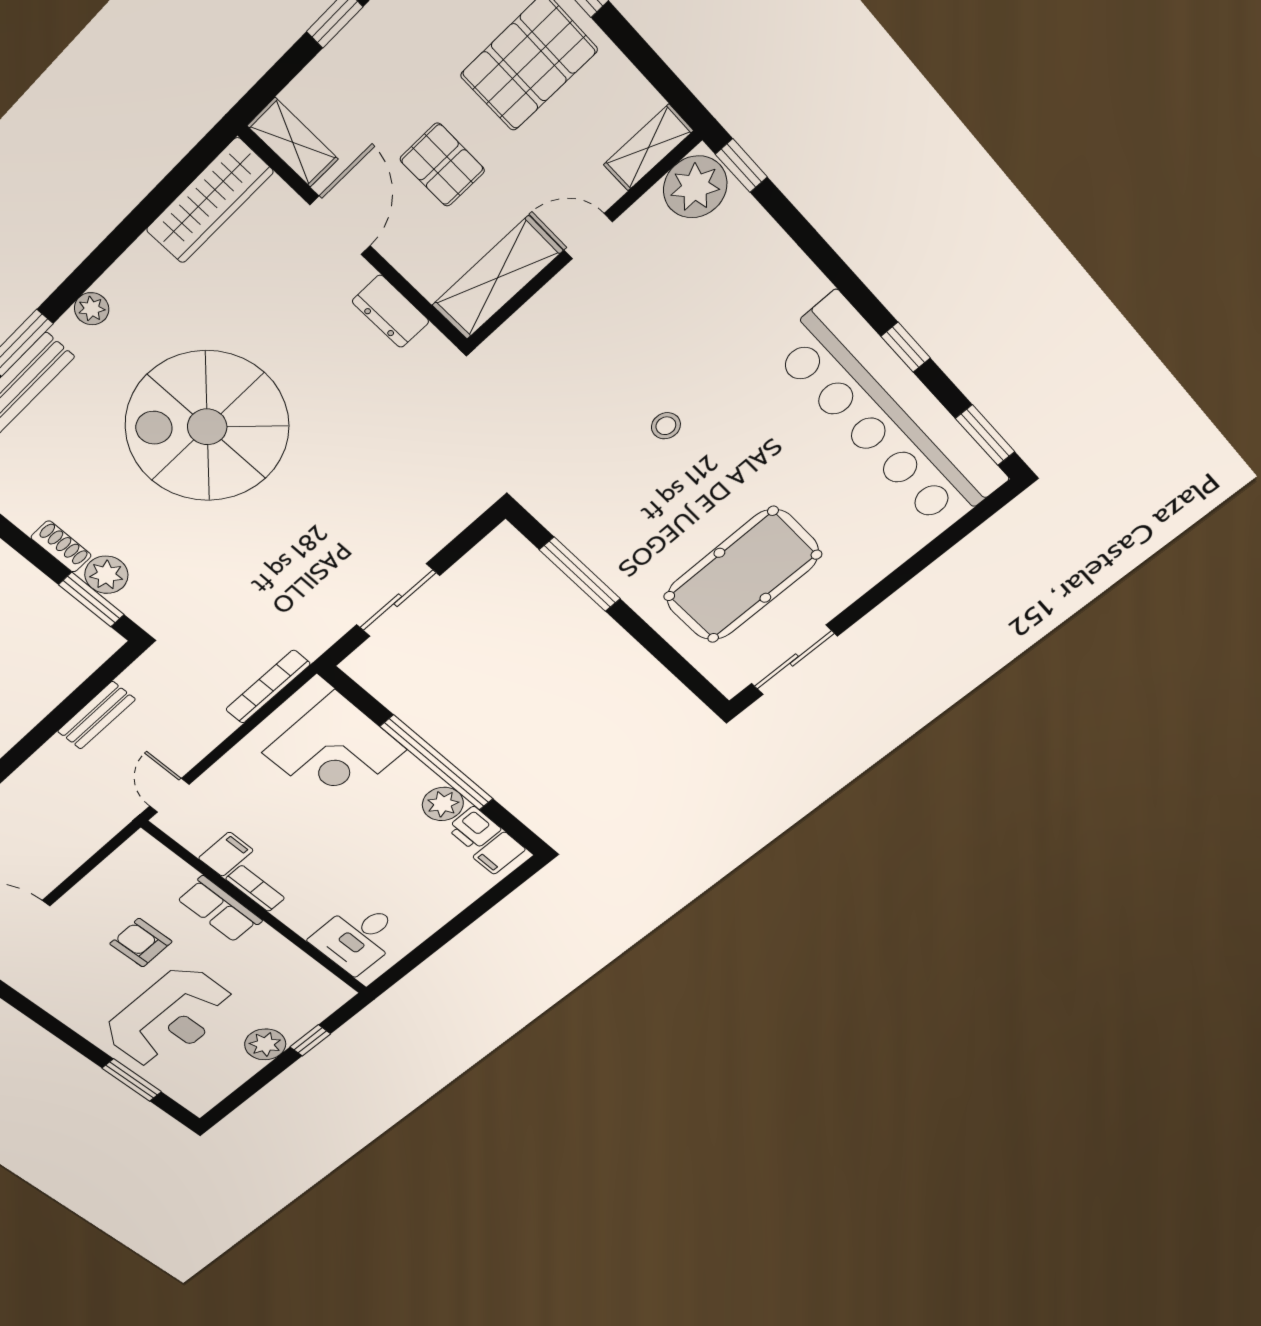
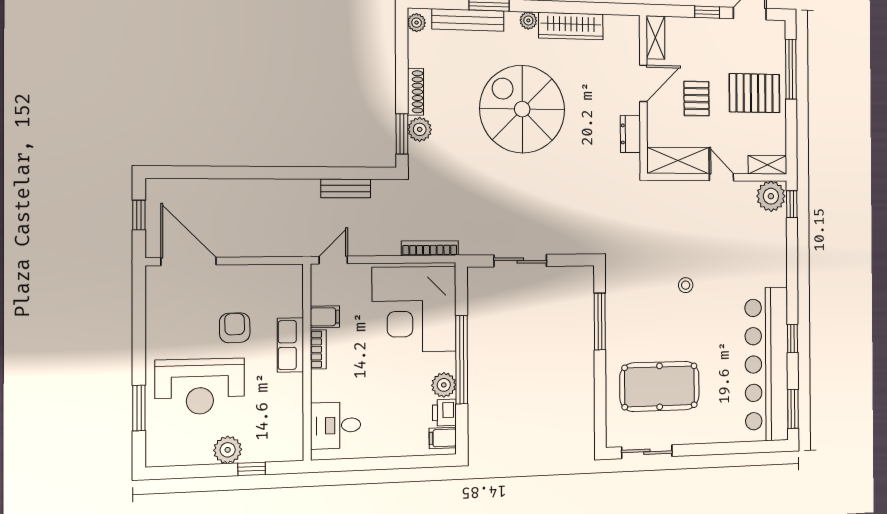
wardrobe: (210, 201) -> (571, 26), moved
shoe rack: (61, 546) -> (415, 92), width x1.43
corner desk: (334, 751) -> (414, 309), width x1.36, depth x1.36

